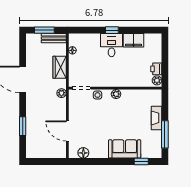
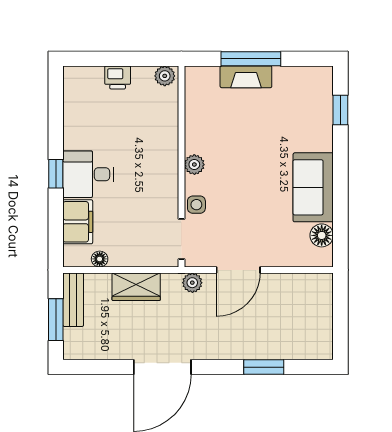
filing cabinet: (133, 40) -> (78, 222), moved
printer: (156, 69) -> (118, 77), moved
door: (67, 131) -> (238, 270), moved
window: (165, 134) -> (251, 59), moved
sofa: (125, 149) -> (313, 187), moved

